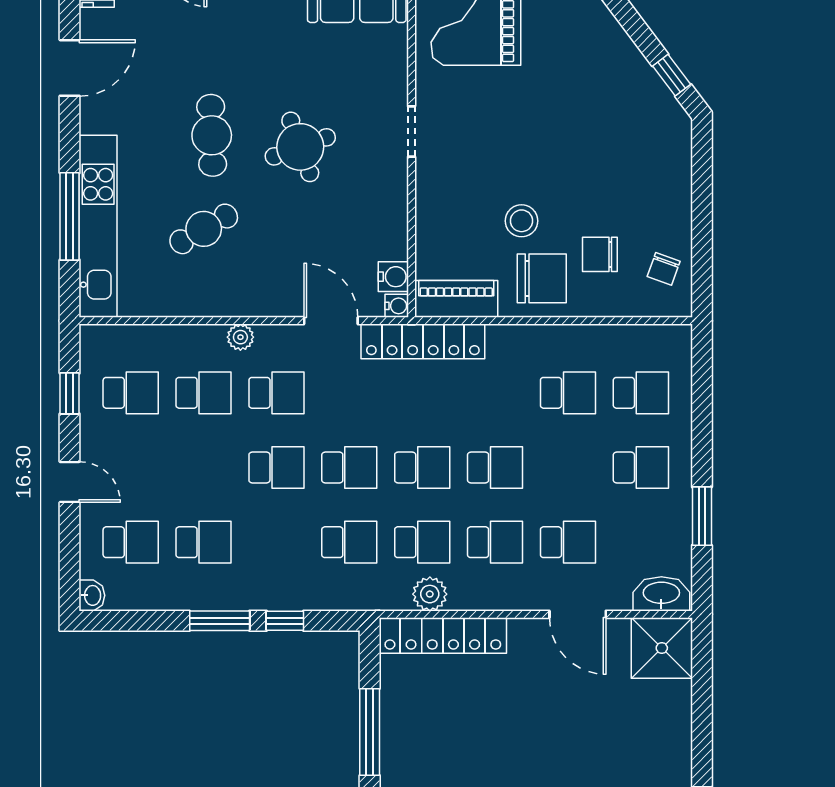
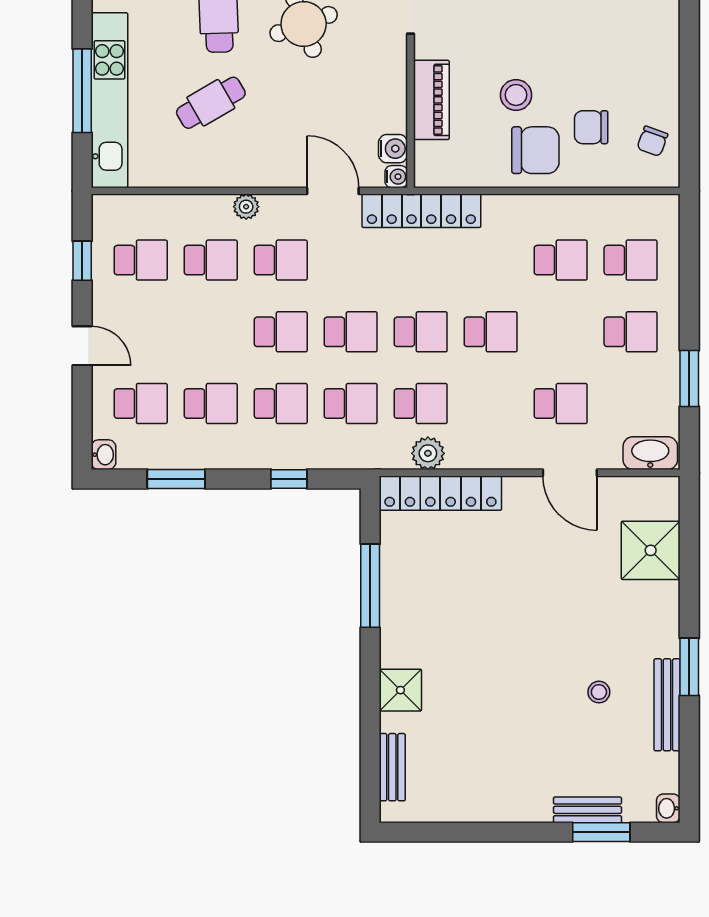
piano: (456, 299) -> (431, 100), moved, turned 90
school desk: (495, 542) -> (281, 404), moved
window: (220, 621) -> (176, 479), moved
shower: (662, 648) -> (651, 550), moved

